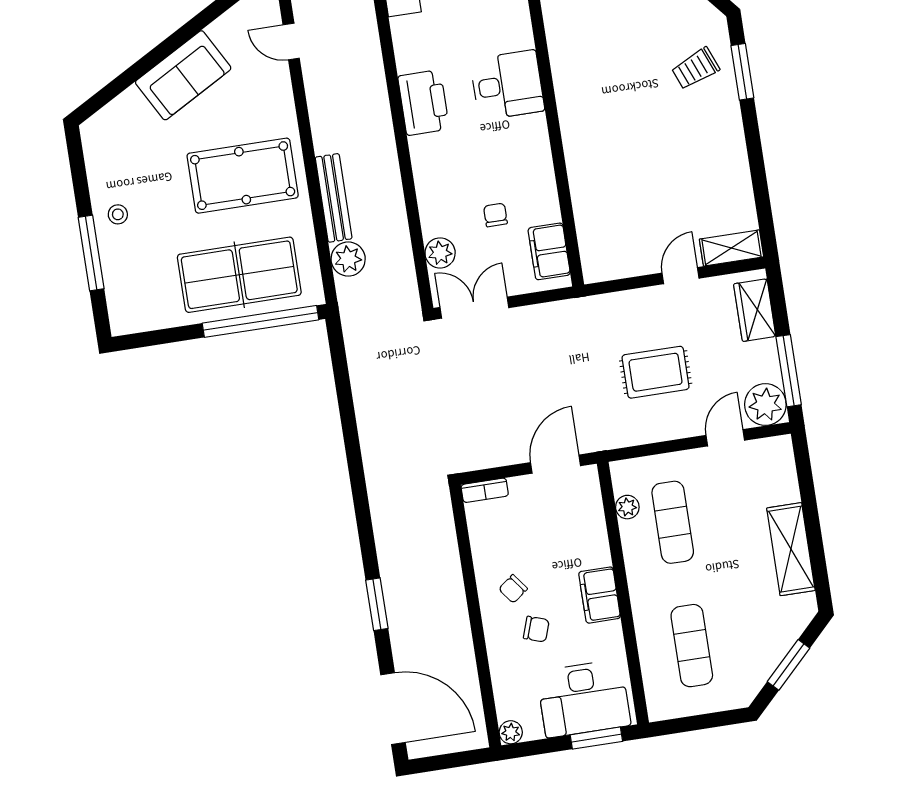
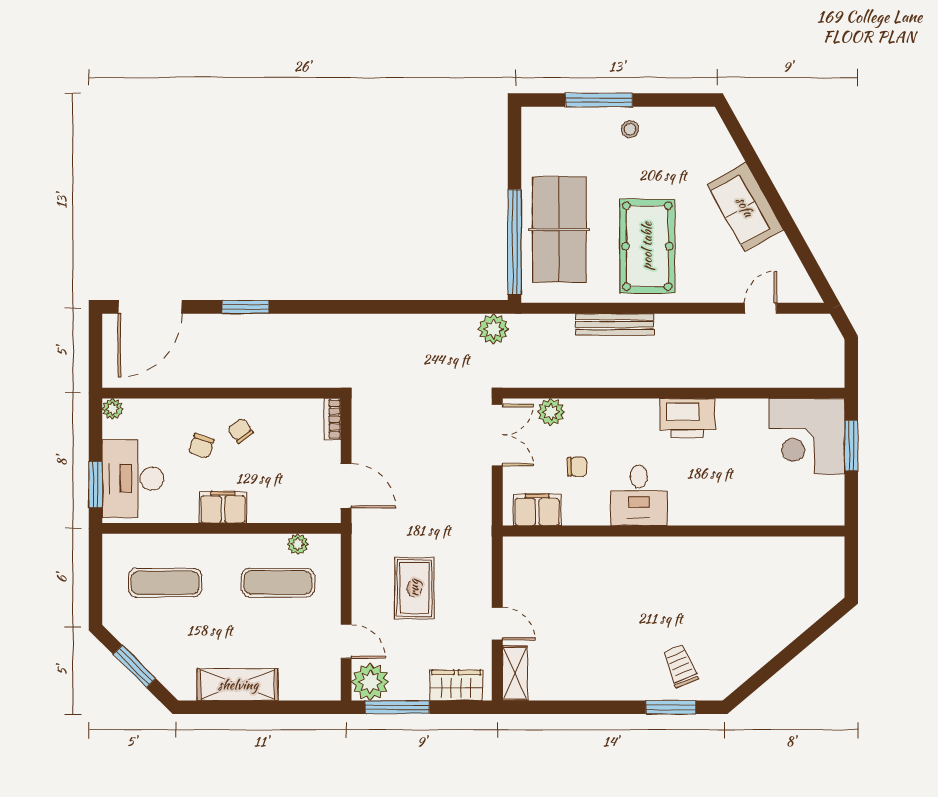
desk: (507, 85) -> (639, 495), moved
plant: (348, 259) -> (493, 329), moved

